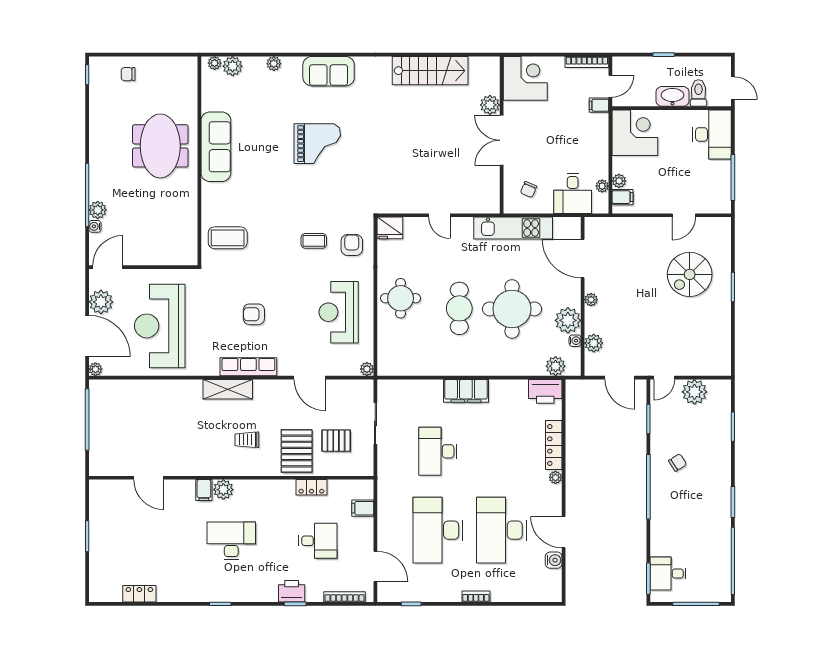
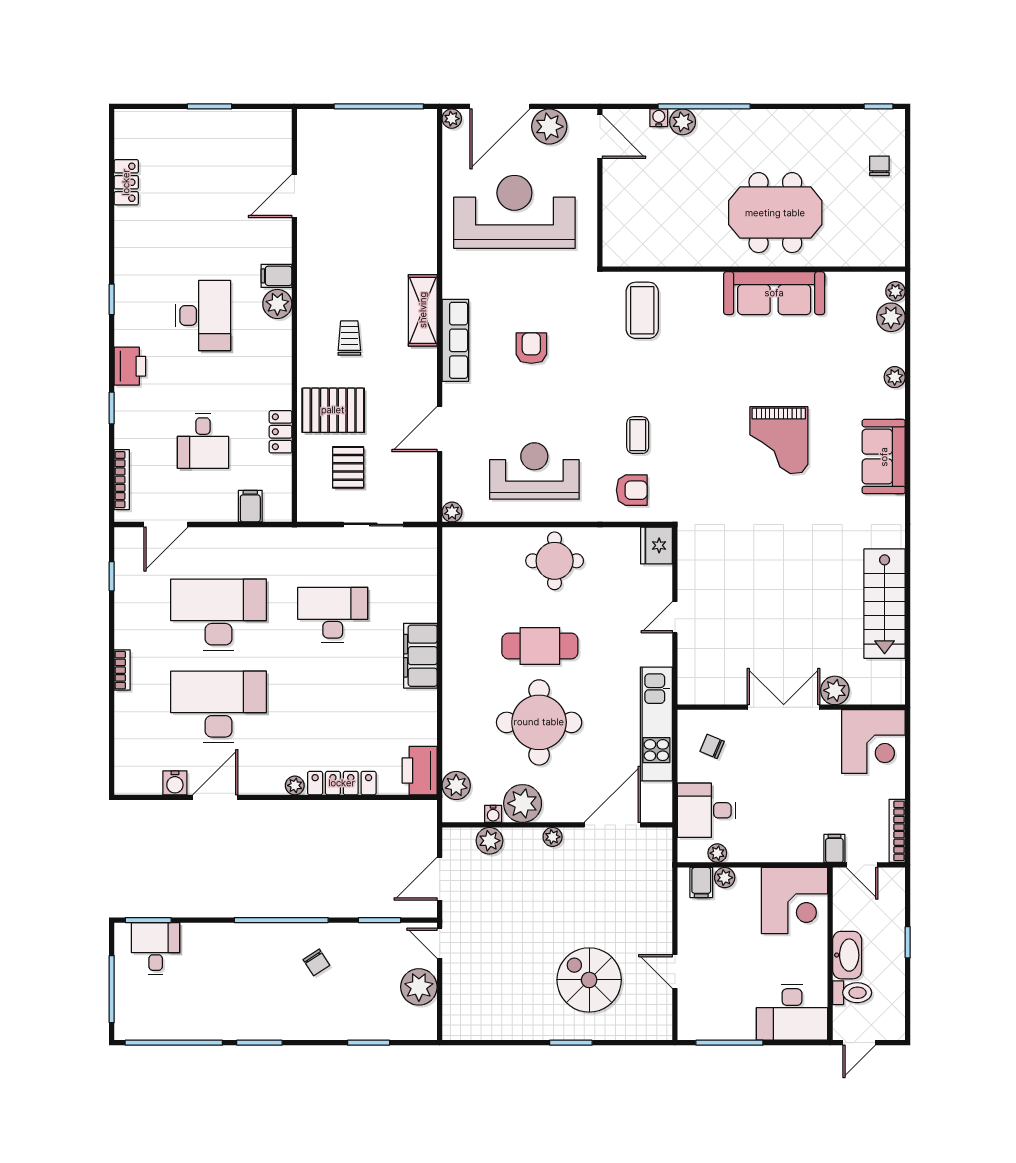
printer: (292, 591) -> (130, 366), moved

